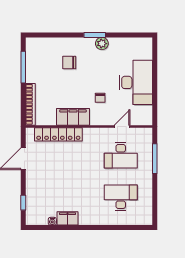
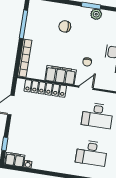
door: (122, 127) -> (86, 88), moved
desk: (121, 198) -> (92, 153), turned 180
filing cabinet: (68, 218) -> (15, 160), moved

